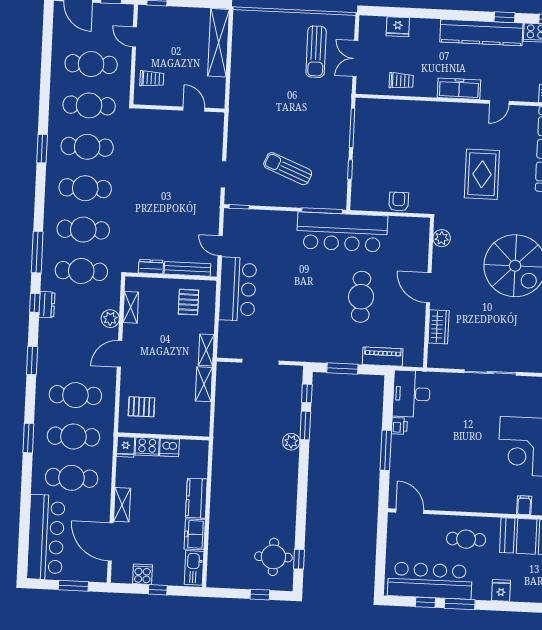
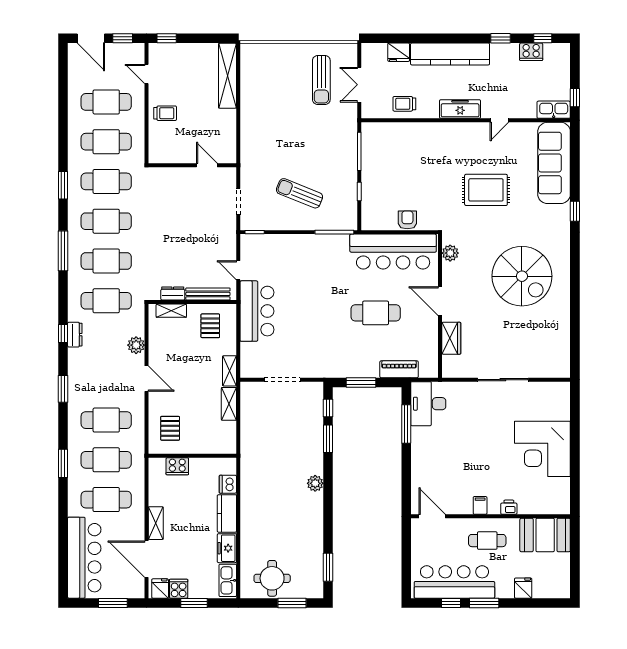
kitchen counter: (481, 32) -> (450, 54), moved
trolley: (401, 81) -> (404, 104), turned 180
wall: (179, 108) -> (192, 165), moved
door: (194, 109) -> (207, 165), moved
rug: (482, 174) -> (486, 190), turned 90
bar counter: (342, 232) -> (393, 252), moved
window: (37, 252) -> (63, 251), moved
cafe table: (361, 297) -> (376, 313), turned 90
shelving: (131, 307) -> (171, 311), moved, turned 90
door: (119, 354) -> (147, 379), swing flipped
pallet: (141, 407) -> (170, 428), turned 90
printer: (399, 426) -> (509, 507), moved, turned -90
plant: (291, 442) -> (315, 483), moved
fridge: (126, 447) -> (160, 589), moved, turned 180
dishwasher: (169, 448) -> (228, 484), moved, turned 90
window: (386, 450) -> (406, 424), moved
filing cabinet: (524, 505) -> (480, 505), moved
round table: (273, 557) -> (272, 578), moved
window: (299, 559) -> (328, 567), width x1.50
window: (158, 590) -> (194, 603), width x1.50
window: (260, 595) -> (292, 603), width x1.50

